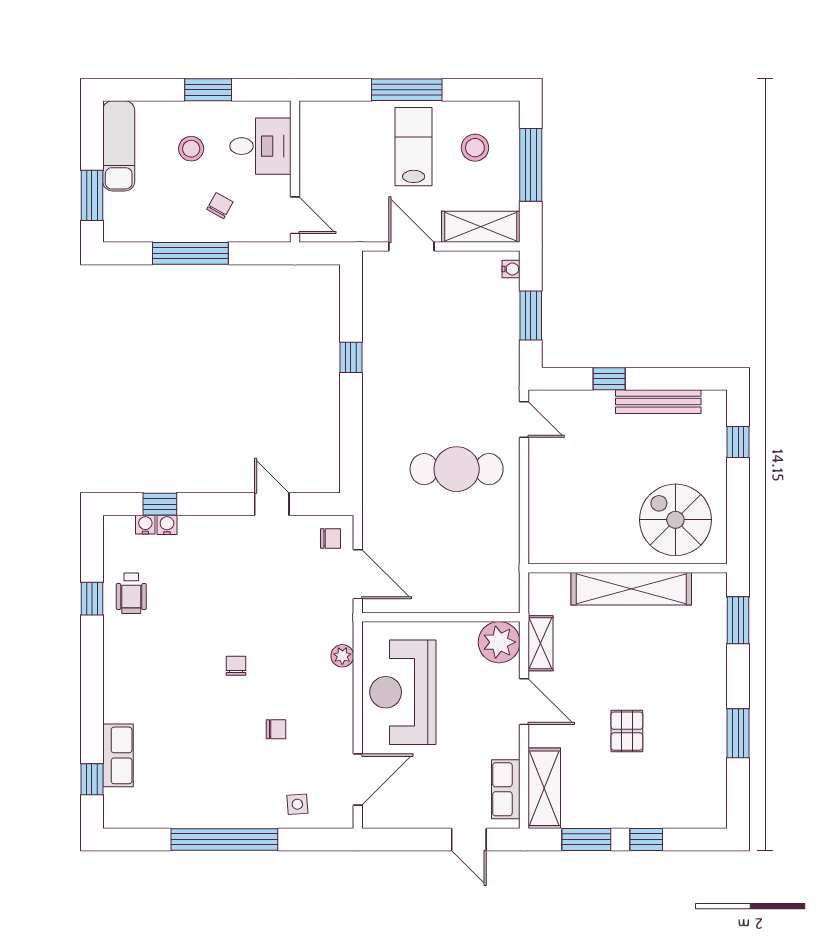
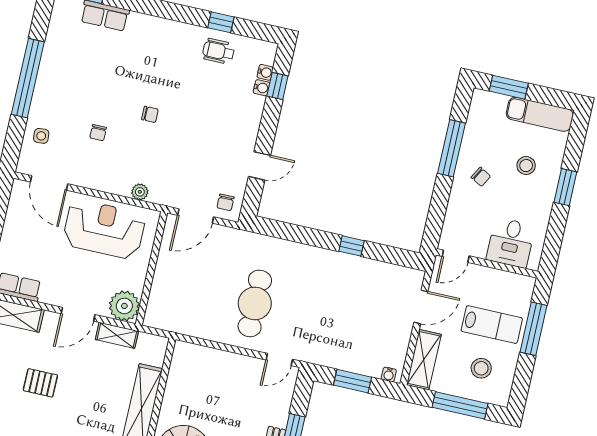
desk: (260, 146) -> (511, 243), moved
wall: (295, 172) -> (487, 263), moved
door: (295, 215) -> (456, 256), moved

